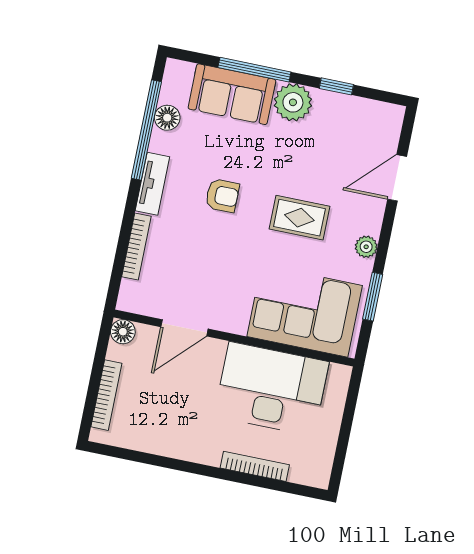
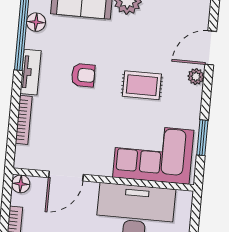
plant: (366, 247) -> (196, 77), moved

